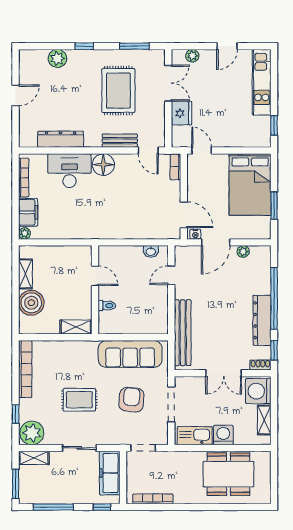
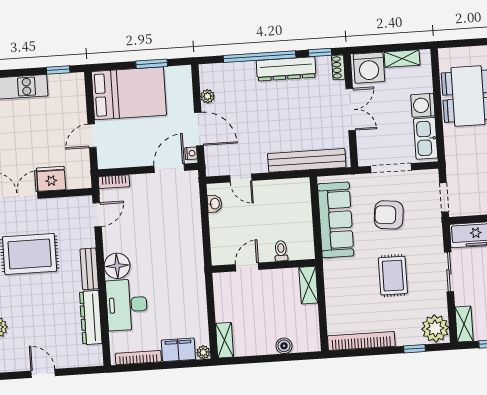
bench: (120, 141) -> (89, 269), moved
door: (202, 151) -> (92, 136), moved
shelving: (25, 274) -> (225, 340), moved, turned 90
boiler: (31, 303) -> (284, 346), width x0.54, depth x0.54

